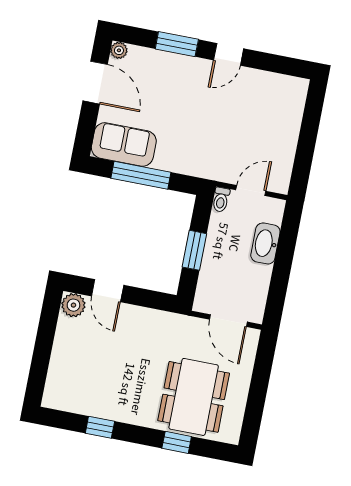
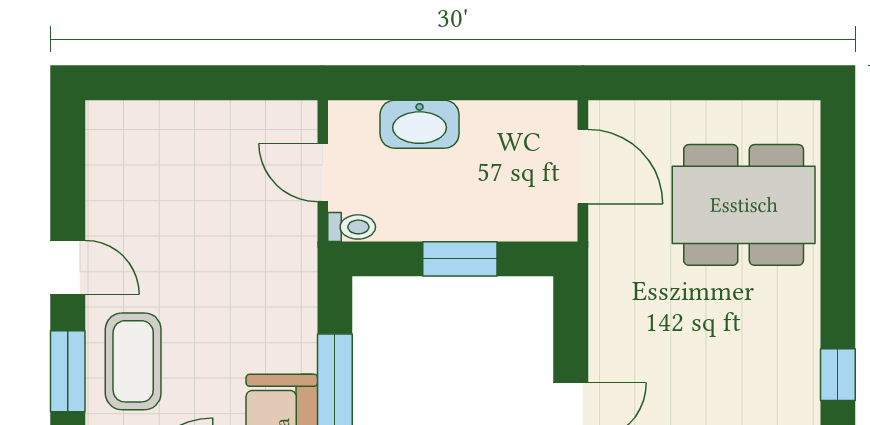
coffee table: (175, 78) -> (133, 361), added
door: (228, 321) -> (583, 167), hinge flipped
window: (177, 442) -> (838, 220), removed

